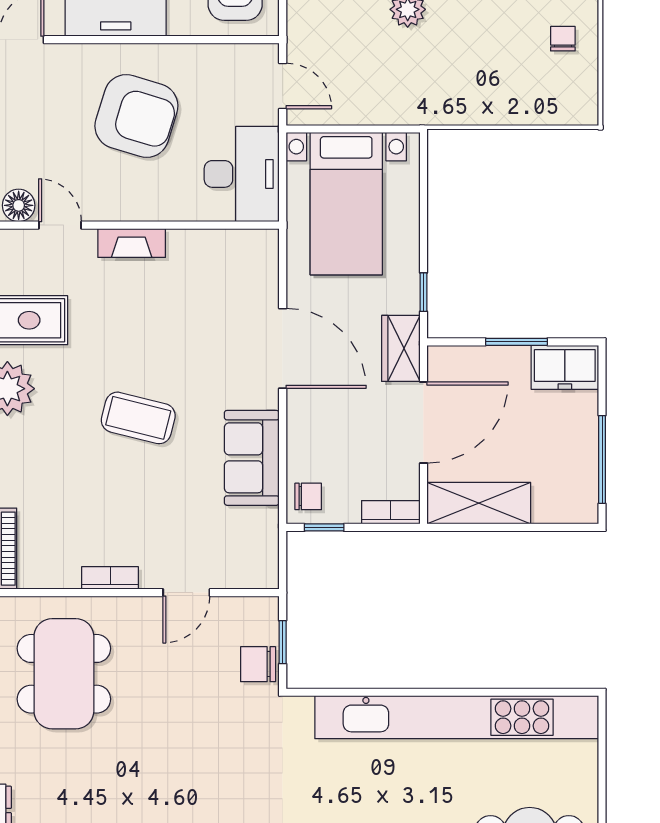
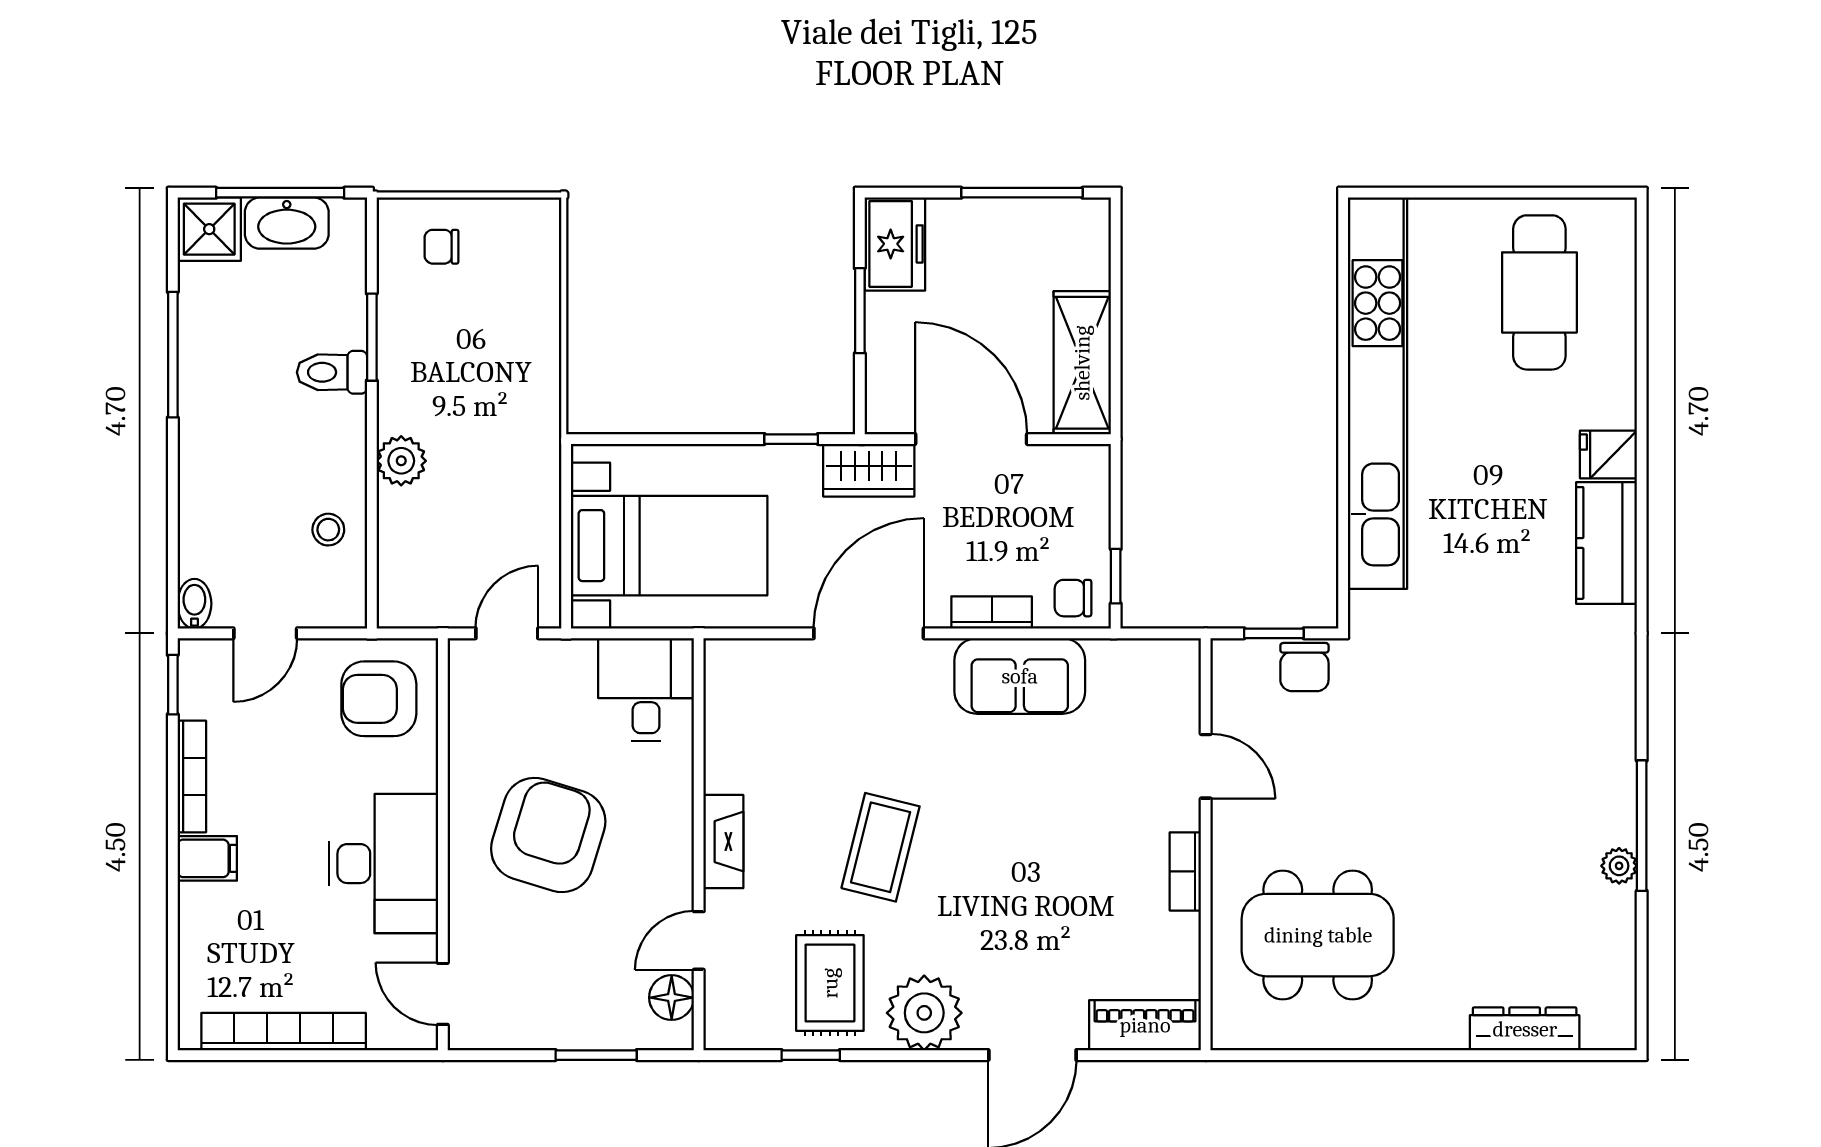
desk: (242, 174) -> (646, 690), width x0.73
coffee table: (138, 418) -> (881, 847), moved
chair: (308, 496) -> (1073, 598), turned -90
bookcase: (391, 512) -> (992, 612), moved, turned 90

